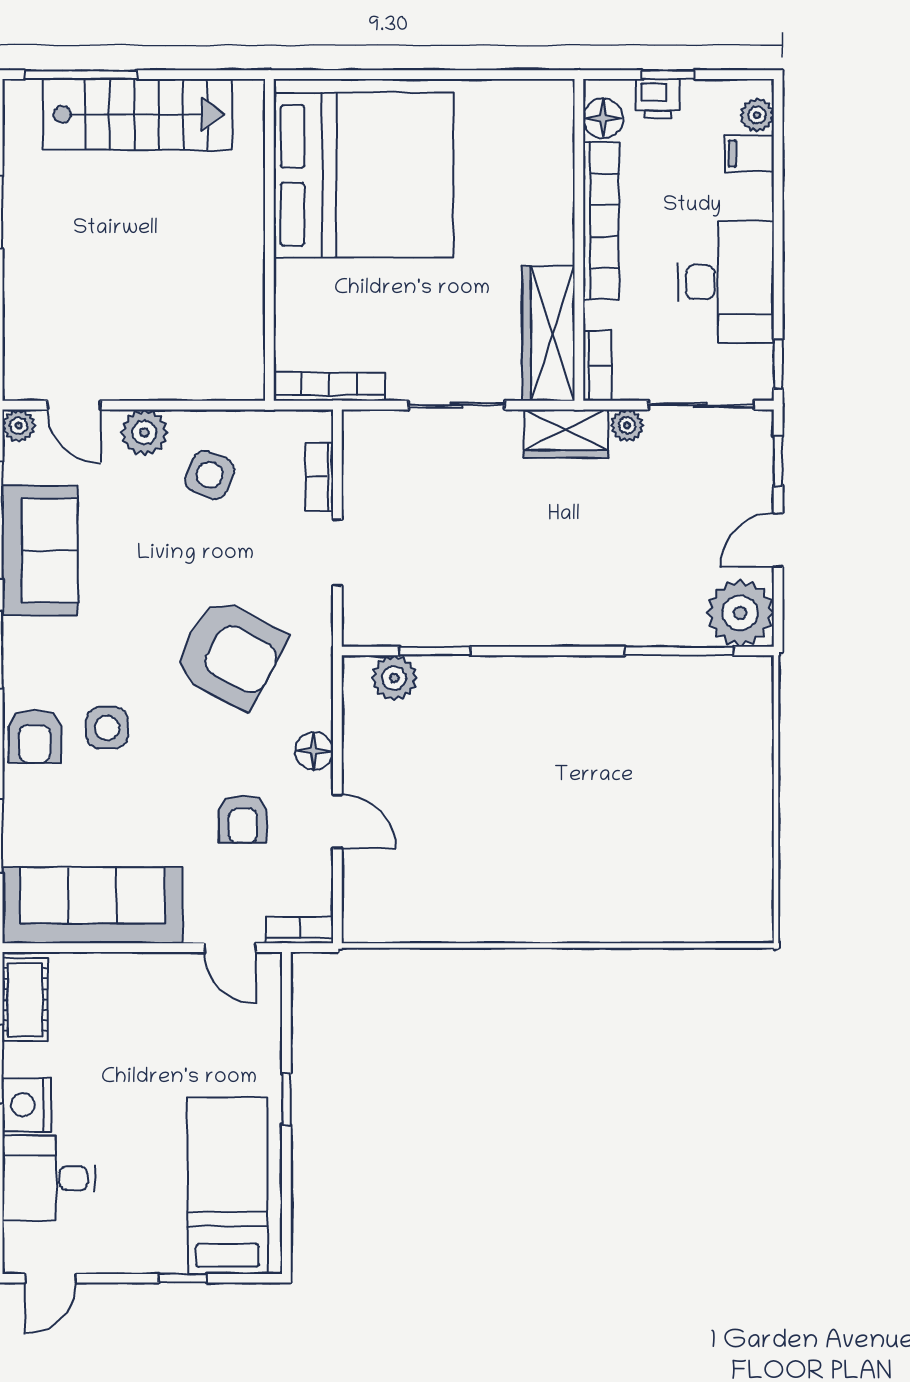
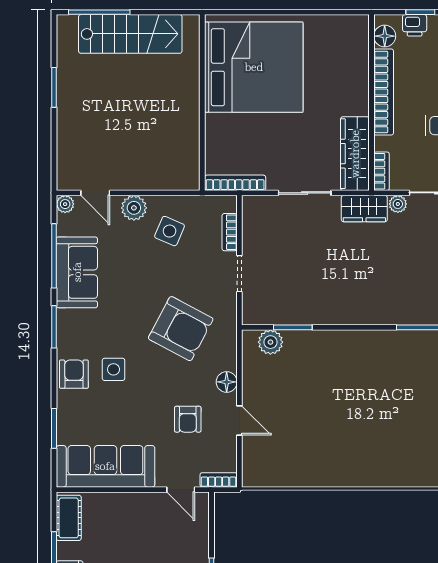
armchair: (35, 737) -> (74, 374), turned 180

